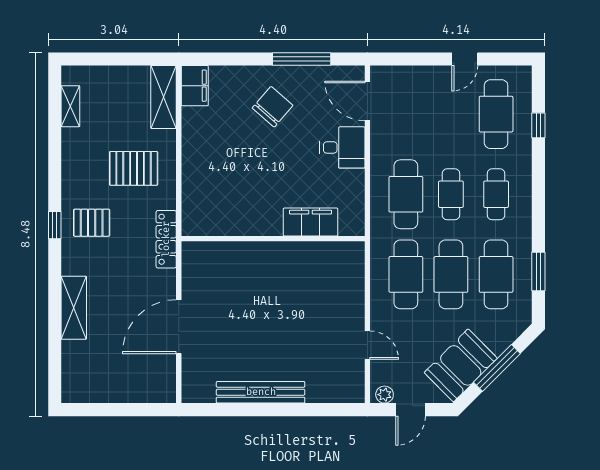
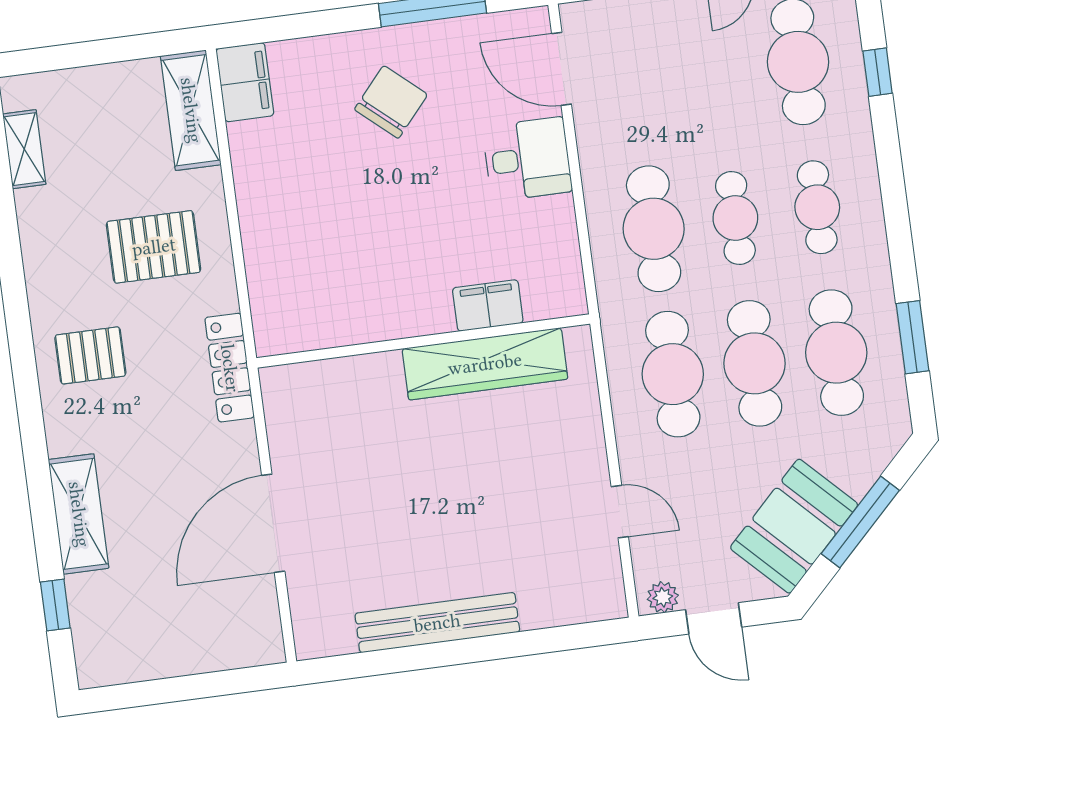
filing cabinet: (311, 222) -> (488, 305), width x0.67, depth x0.86
window: (55, 225) -> (55, 605), moved
wardrobe: (305, 255) -> (485, 364), added
door: (411, 410) -> (714, 618), hinge flipped

